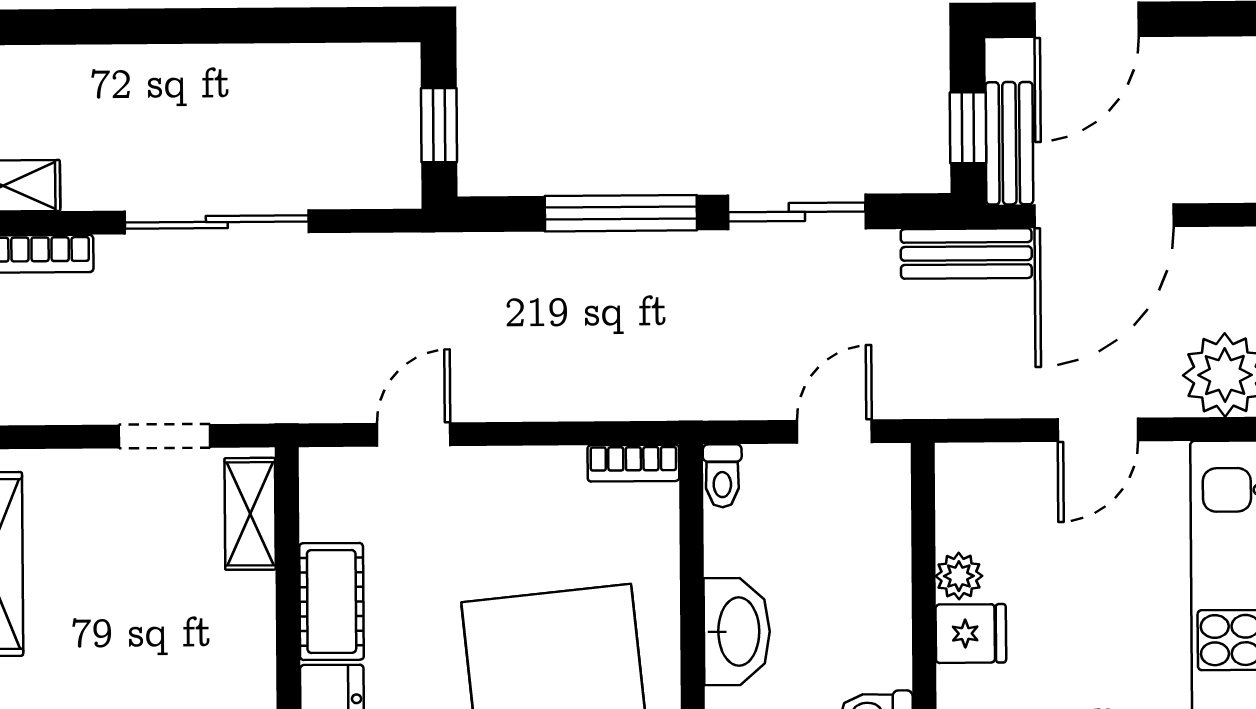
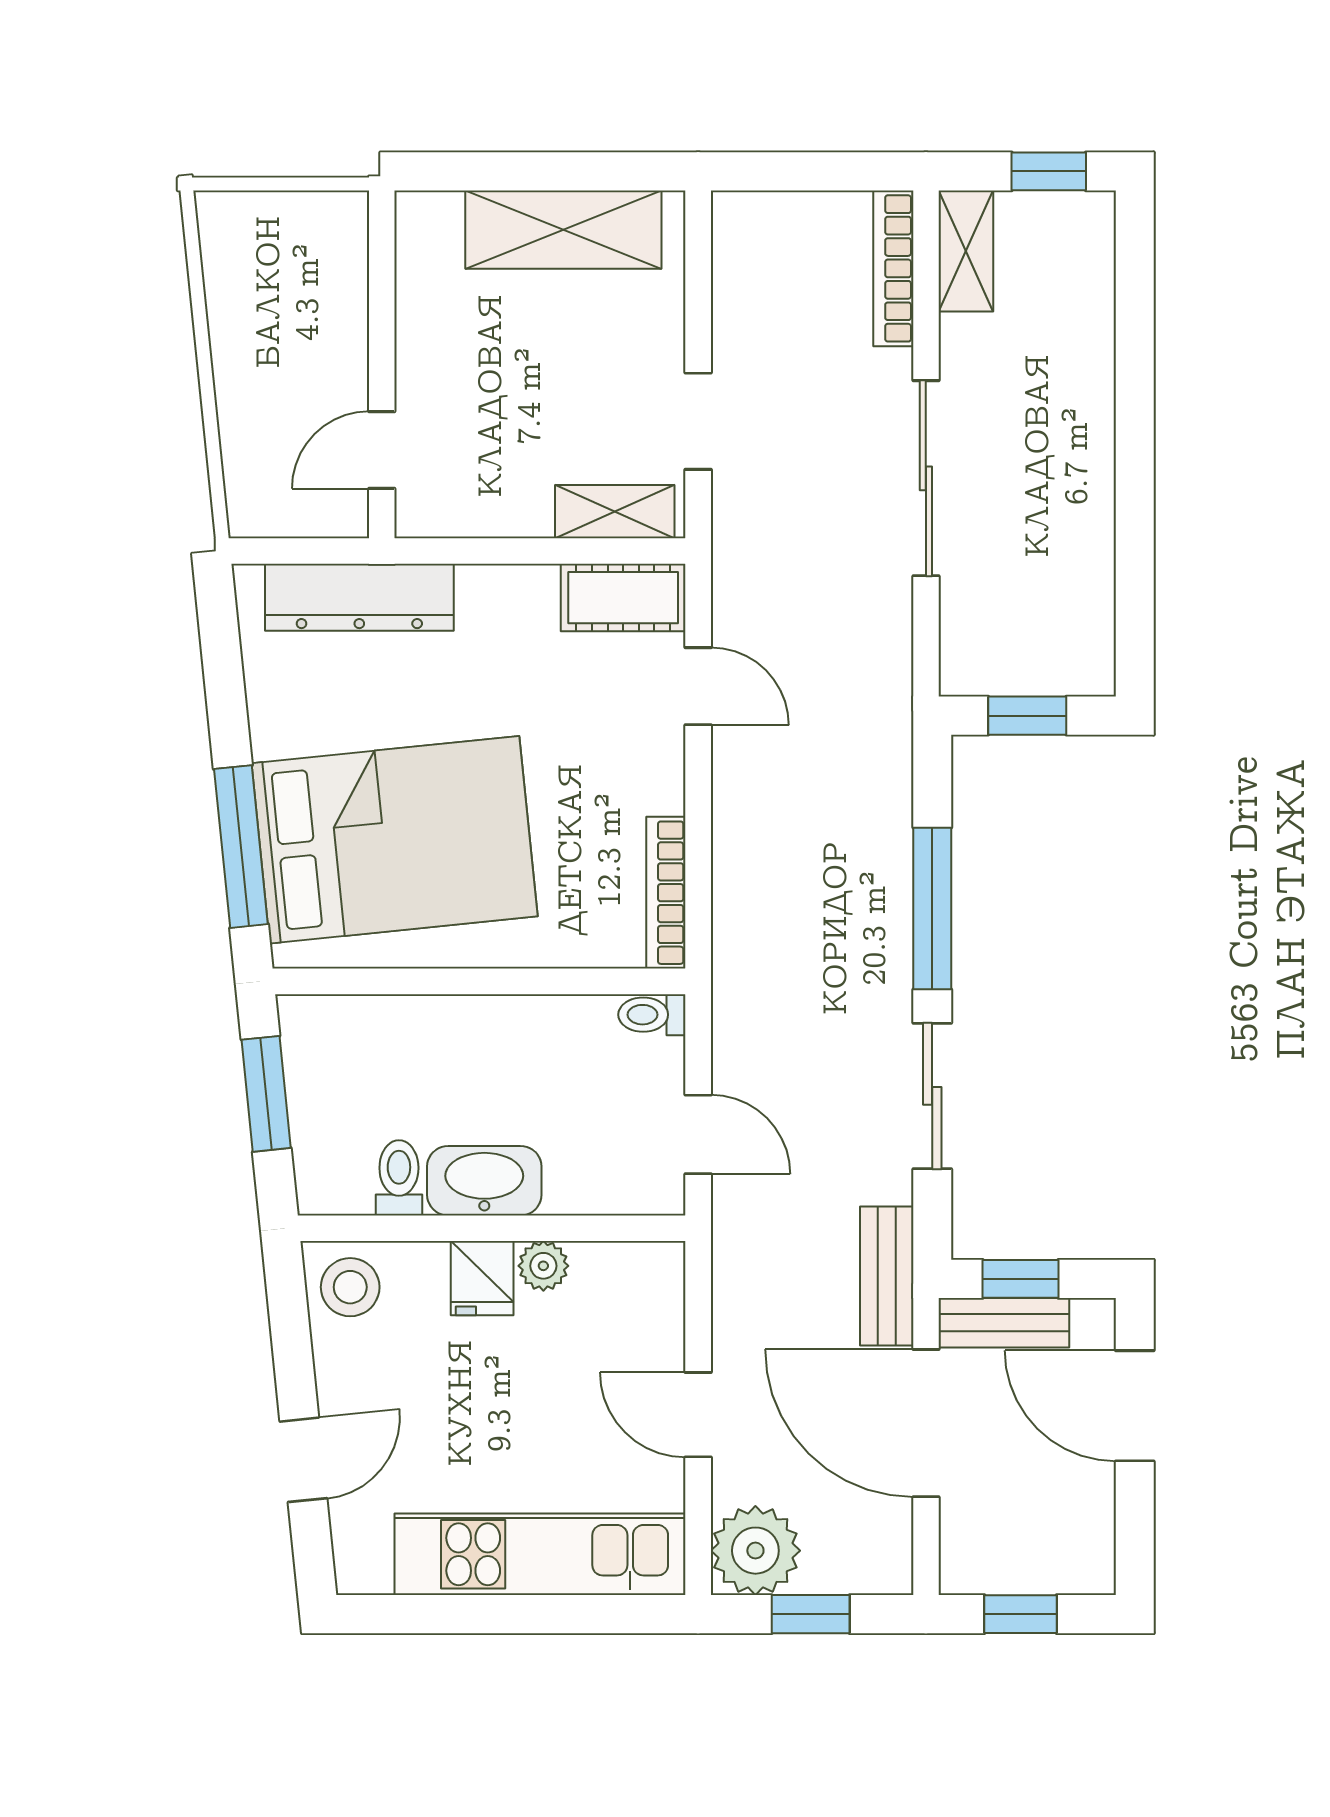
bookcase: (633, 463) -> (666, 893), width x1.56
cot: (332, 601) -> (623, 598), moved
washbasin: (737, 632) -> (484, 1181), moved, turned 180

